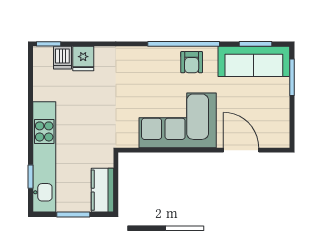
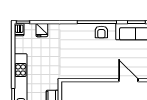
dishwasher: (62, 58) -> (19, 30), moved
corner sofa: (178, 120) -> (94, 64), removed

